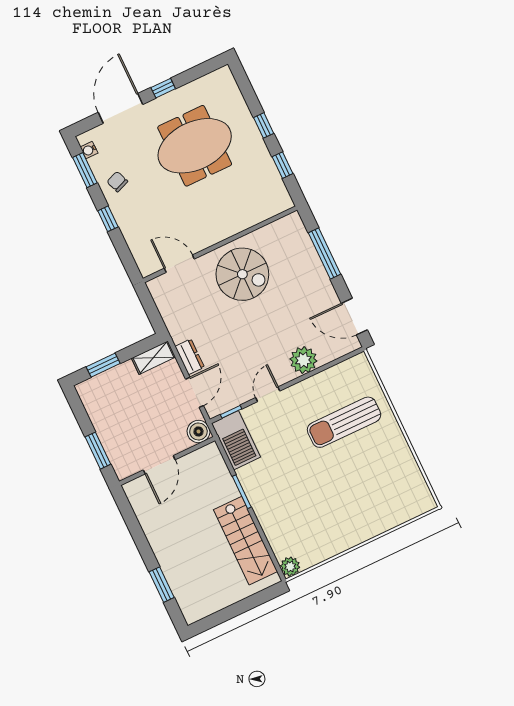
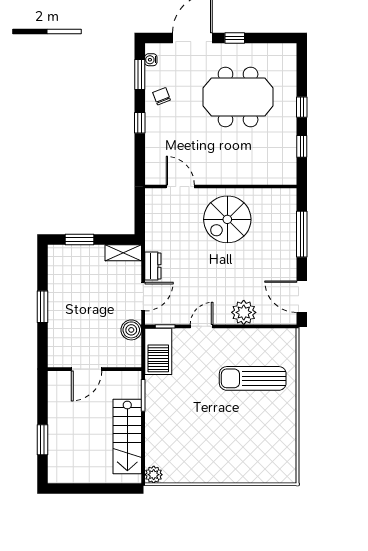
spiral stairs: (242, 274) -> (227, 219), turned 90
wall: (167, 461) -> (94, 369), moved
door: (159, 465) -> (87, 369), moved

